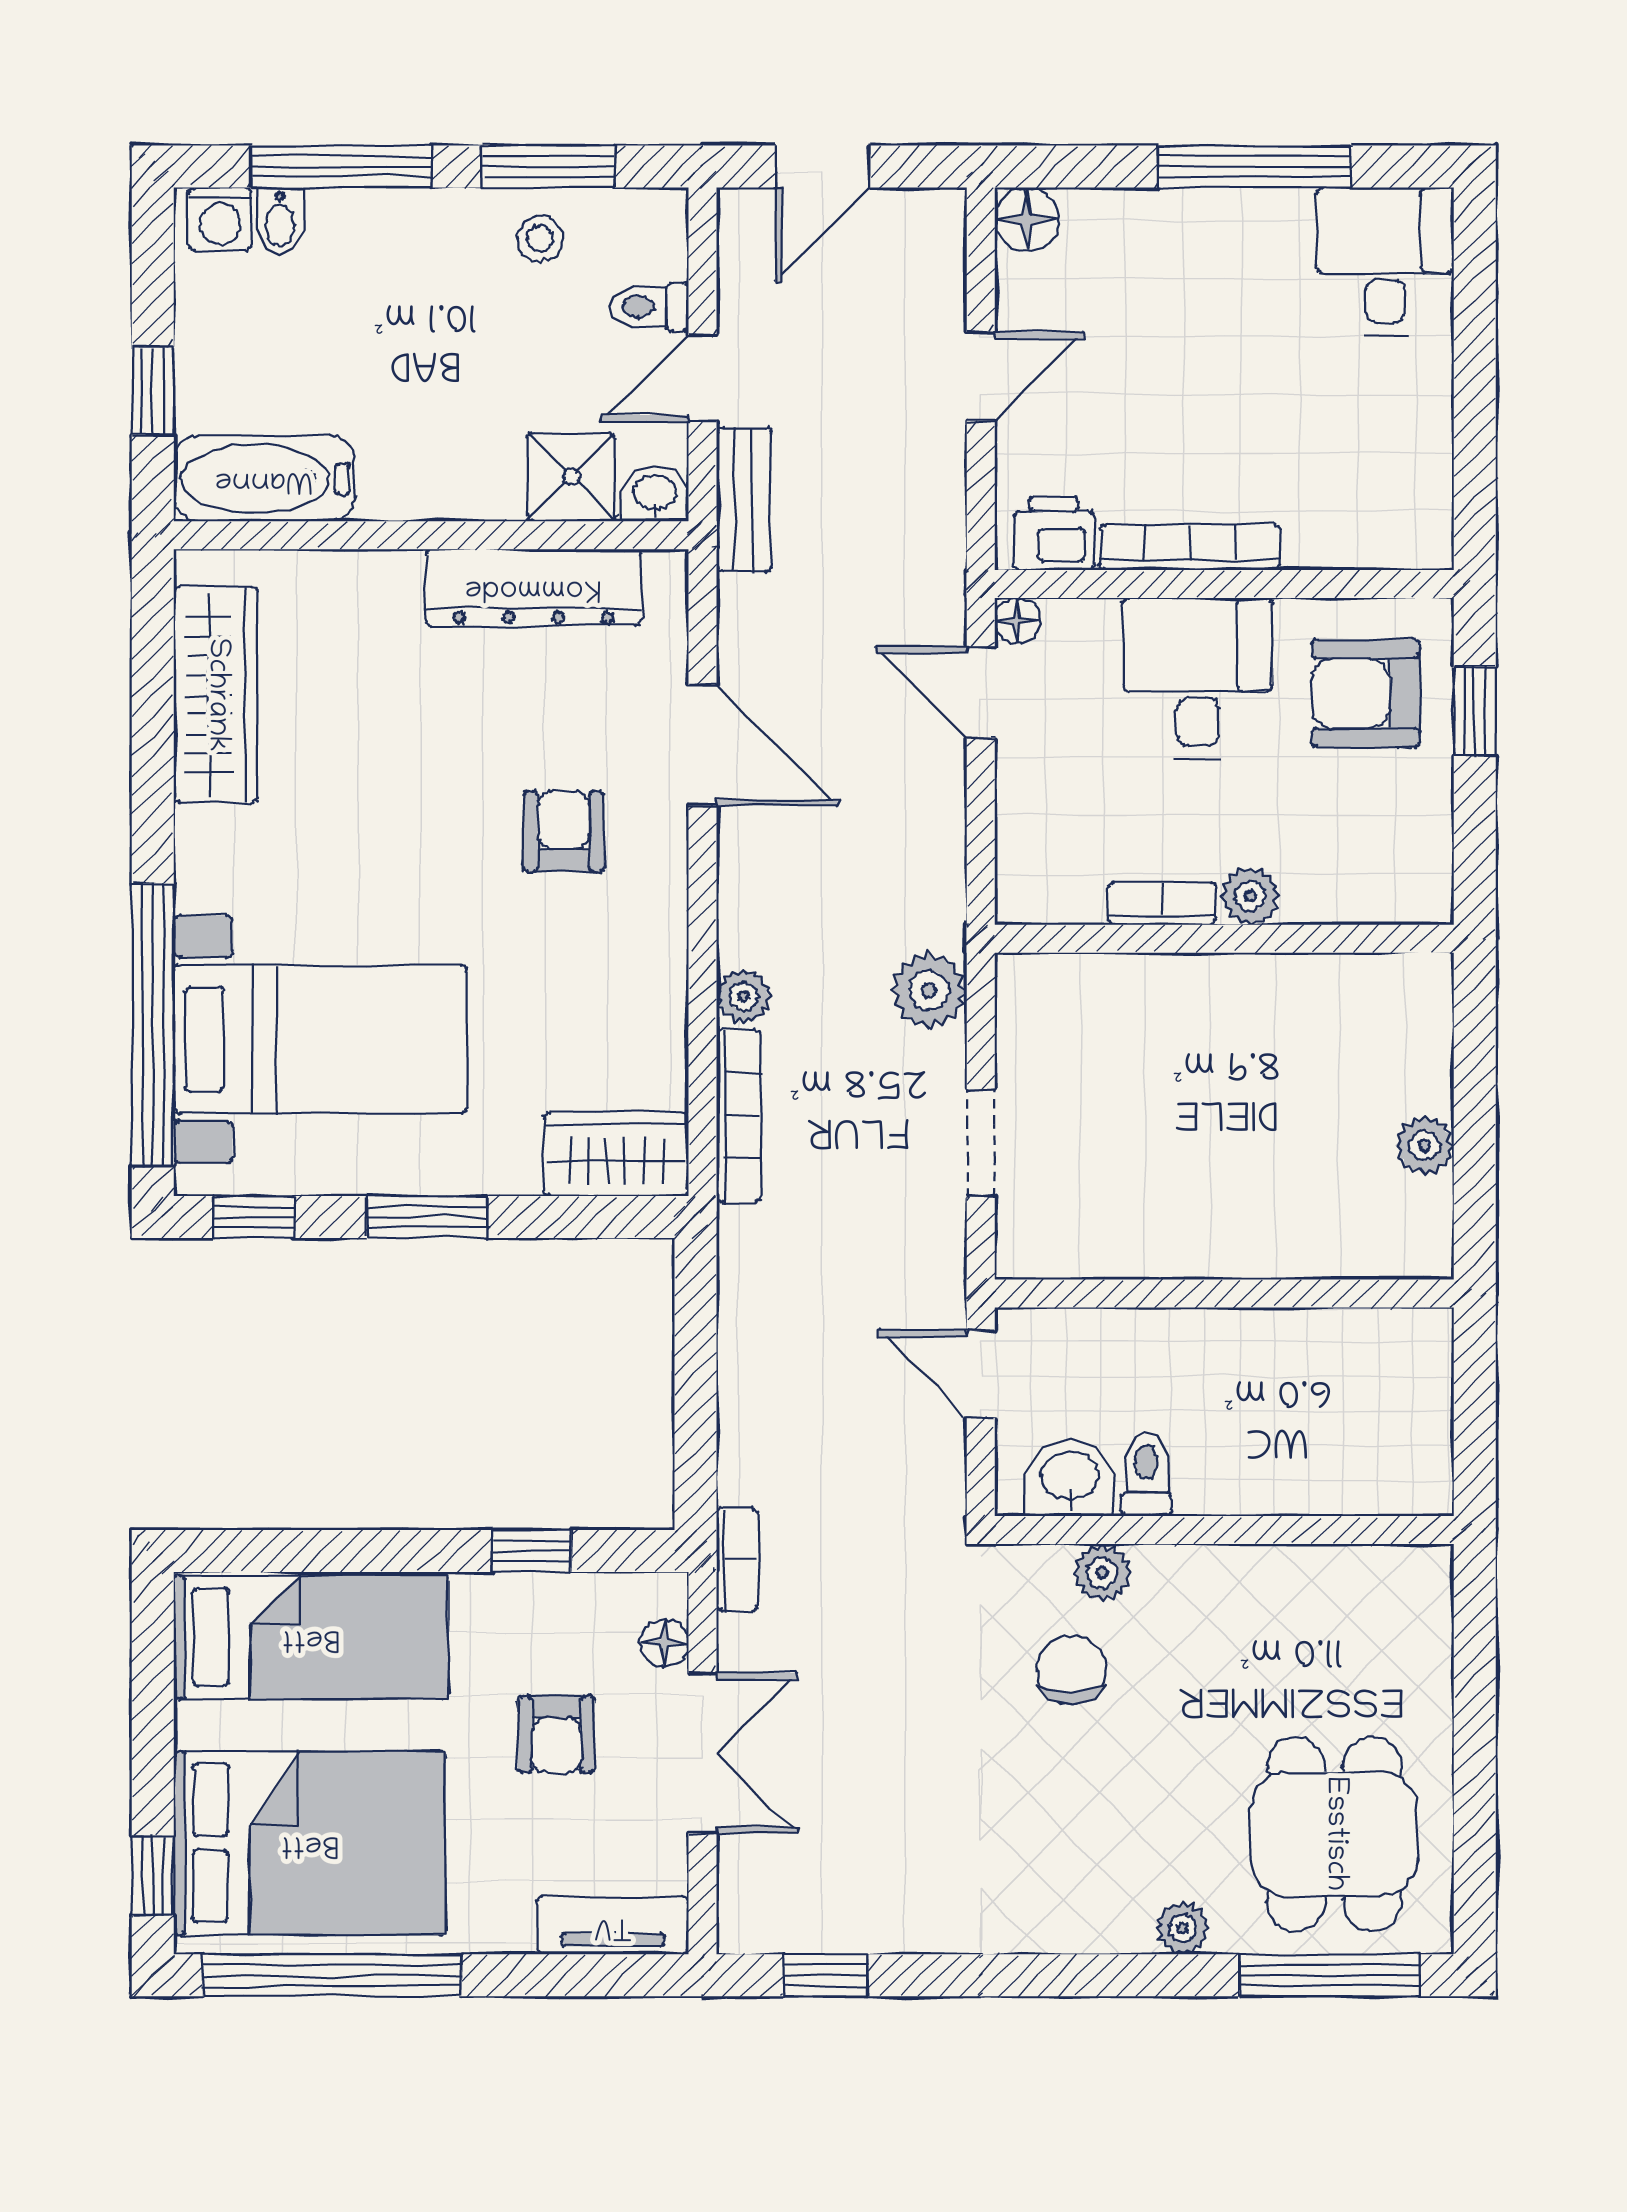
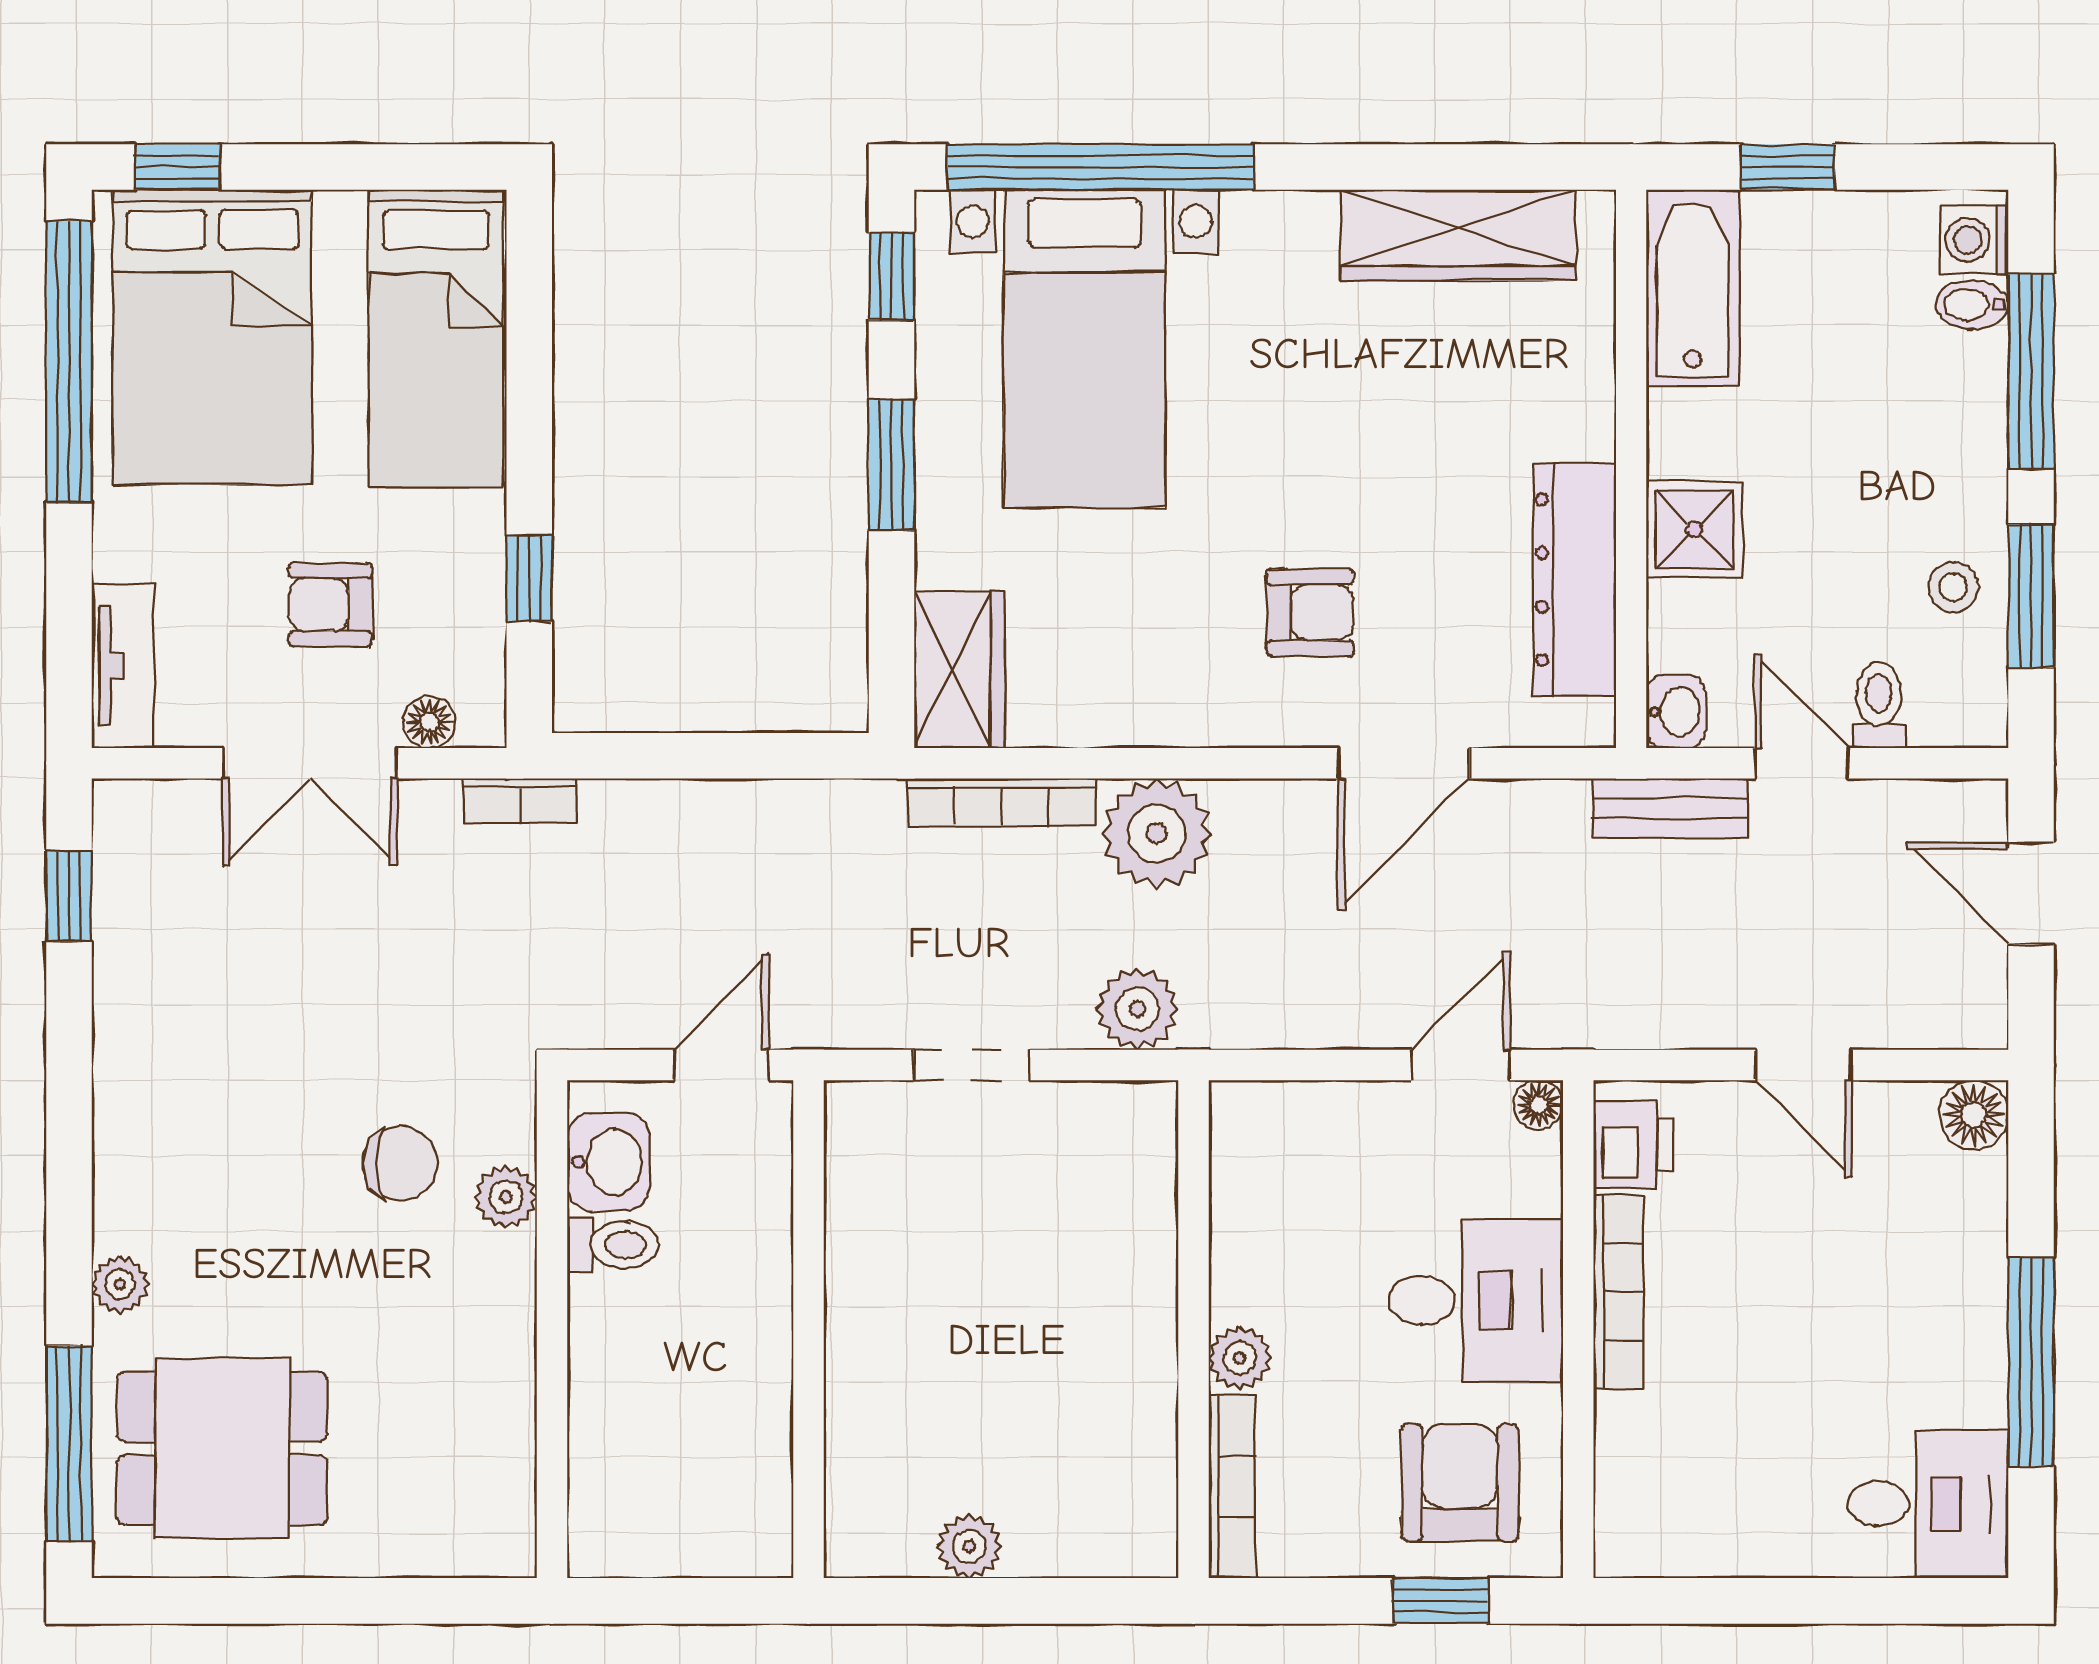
shower: (571, 477) -> (1694, 529), moved
bookcase: (1162, 903) -> (1232, 1487), moved, width x1.56
plant: (743, 996) -> (1157, 833), width x1.88, depth x1.88

